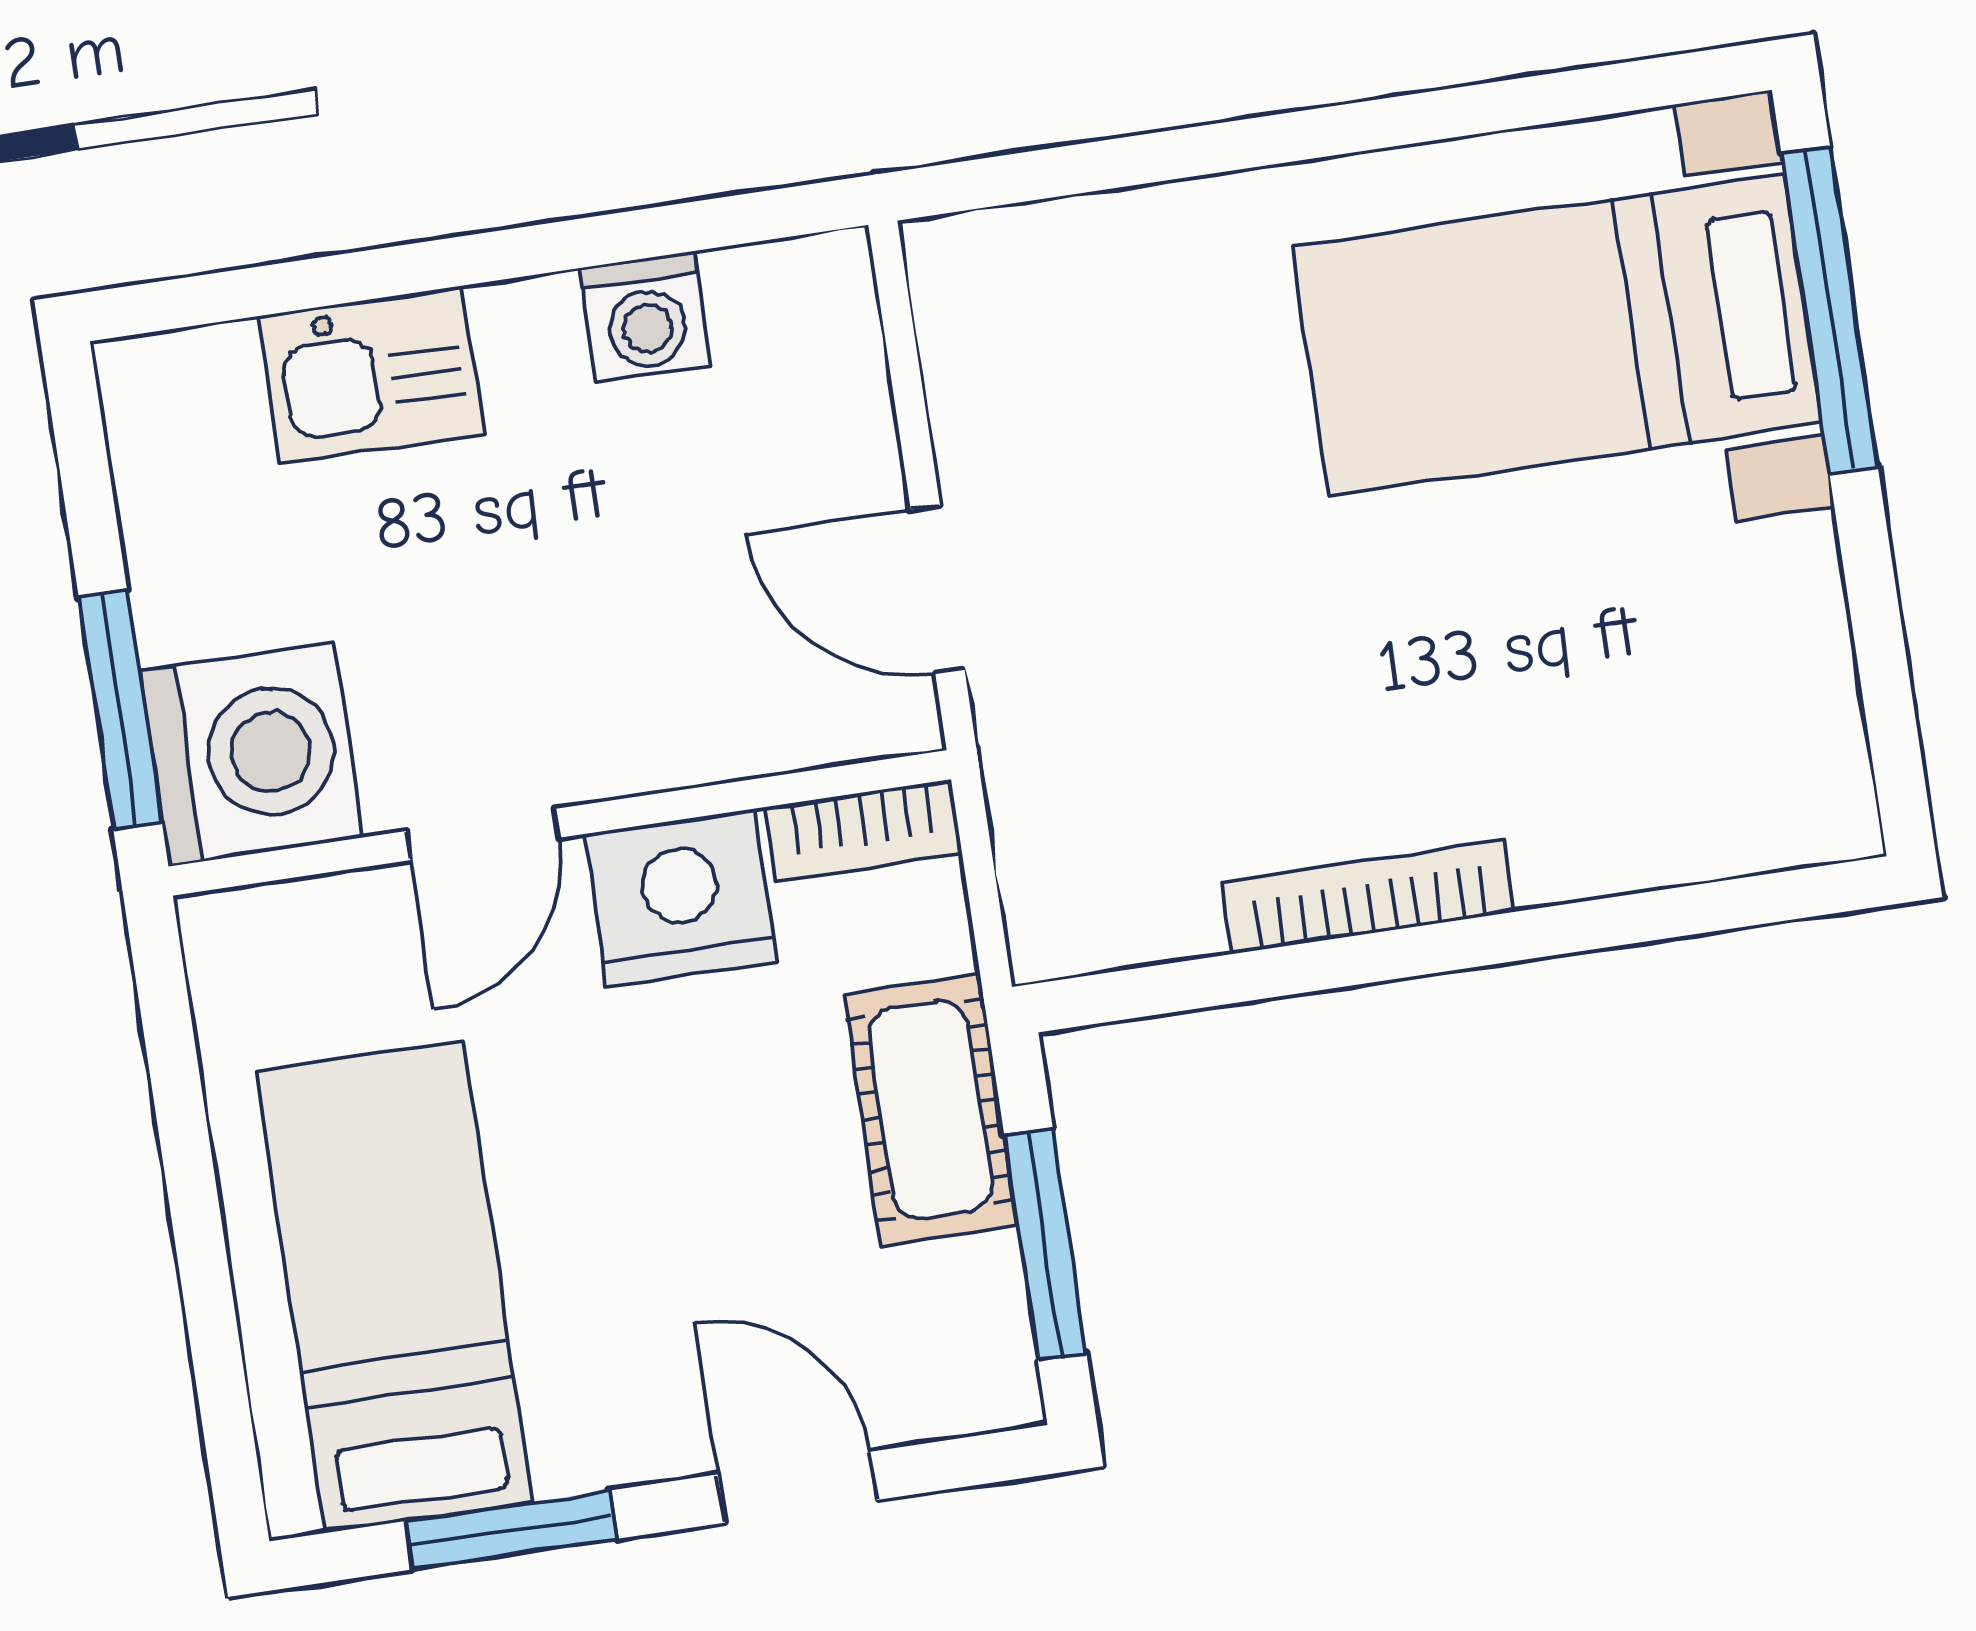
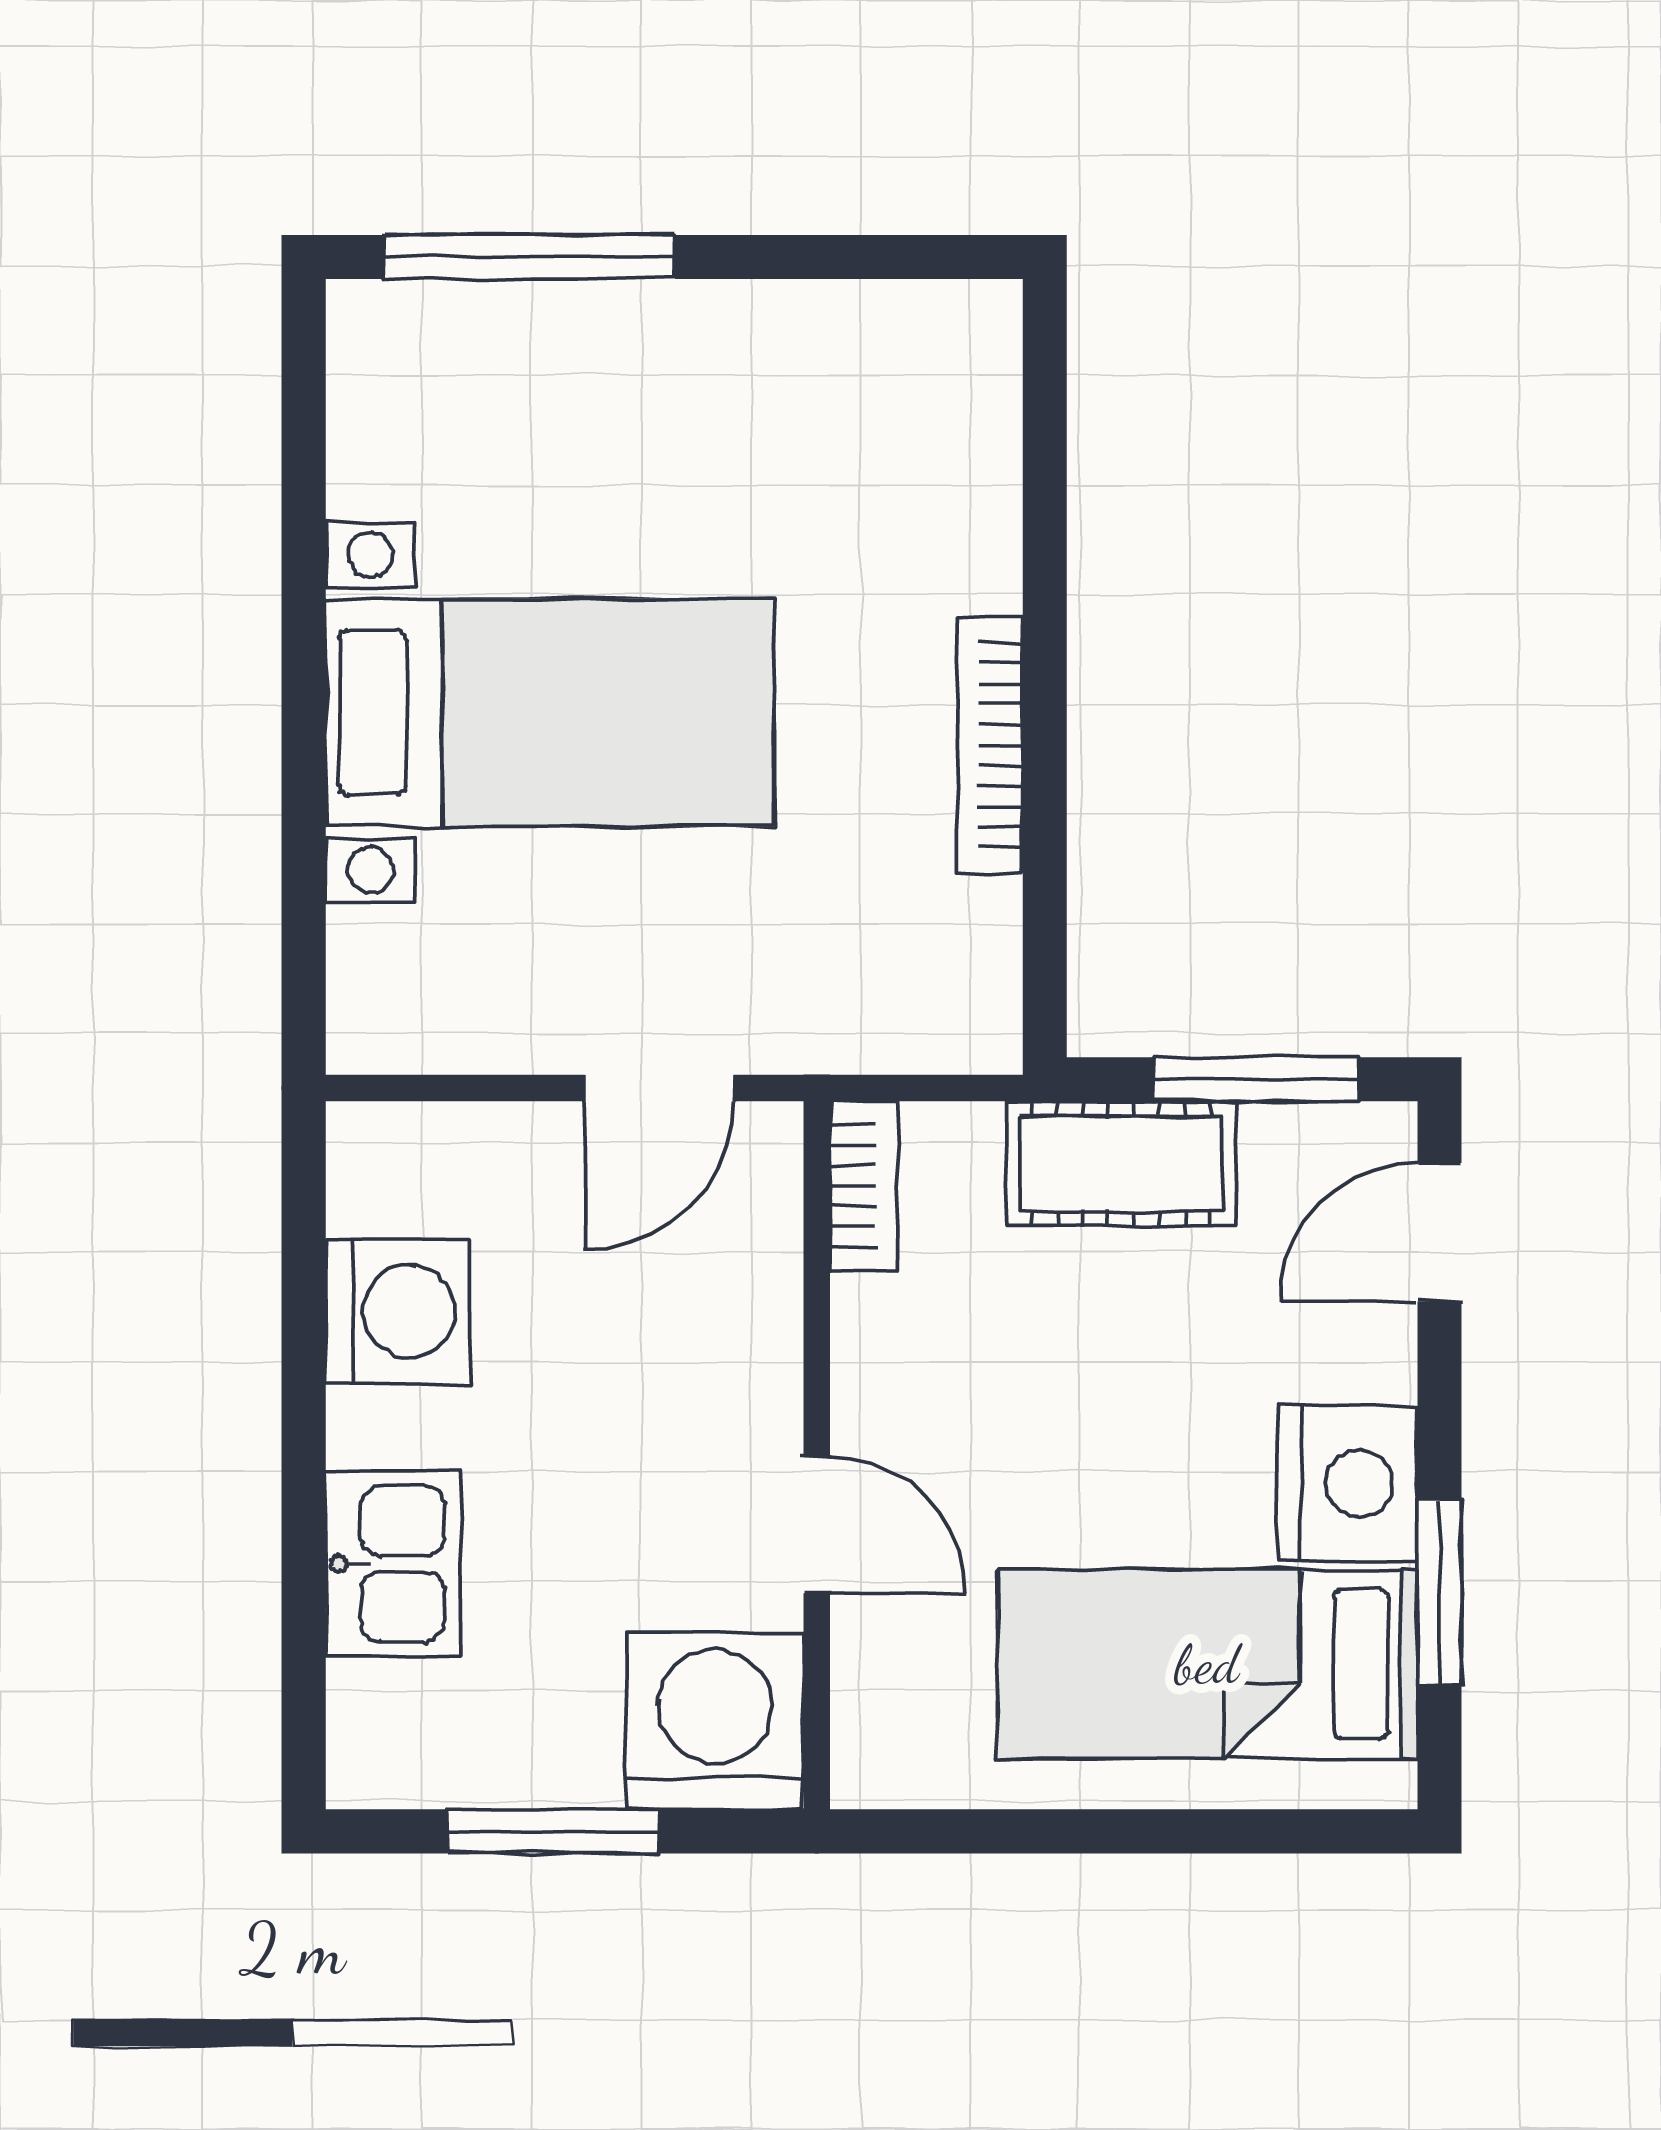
washing machine: (646, 317) -> (398, 1312), width x1.38, depth x1.38
bed with nightstands: (1557, 335) -> (550, 712), moved, turned -90
window: (120, 710) -> (553, 1831), moved
nightstand: (681, 898) -> (1348, 1483), moved, turned 180
door: (797, 1487) -> (1439, 1232), moved

